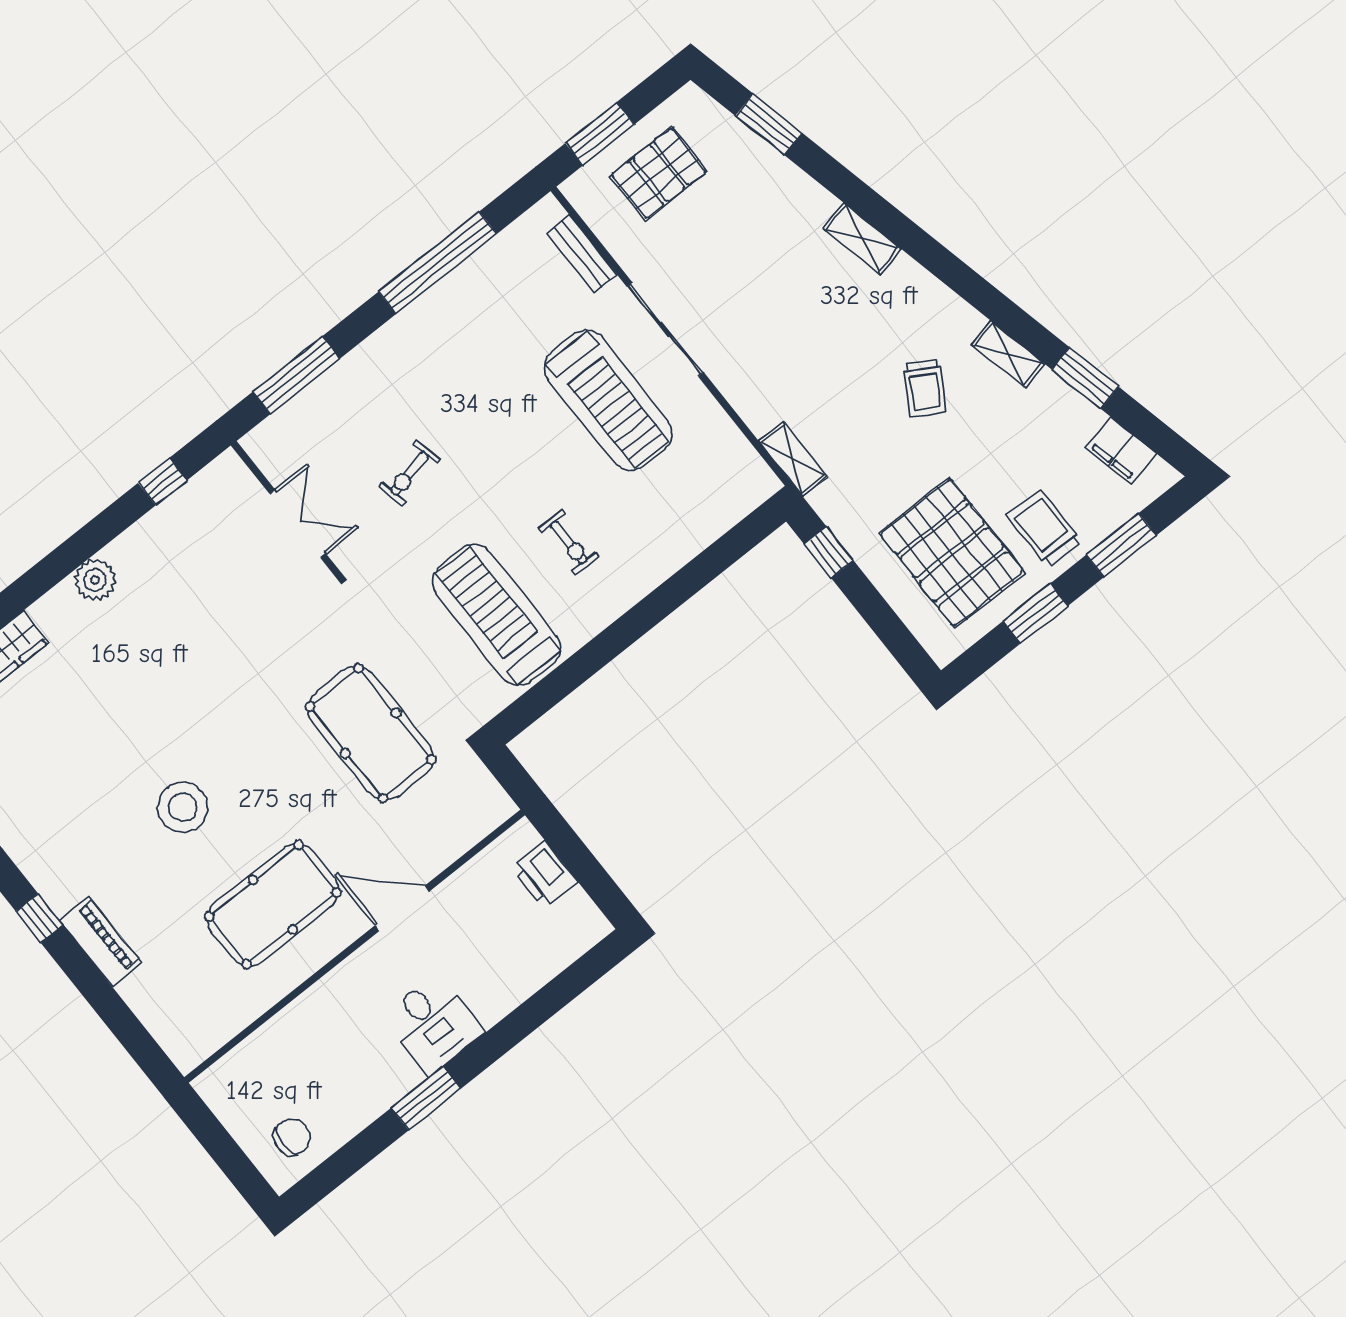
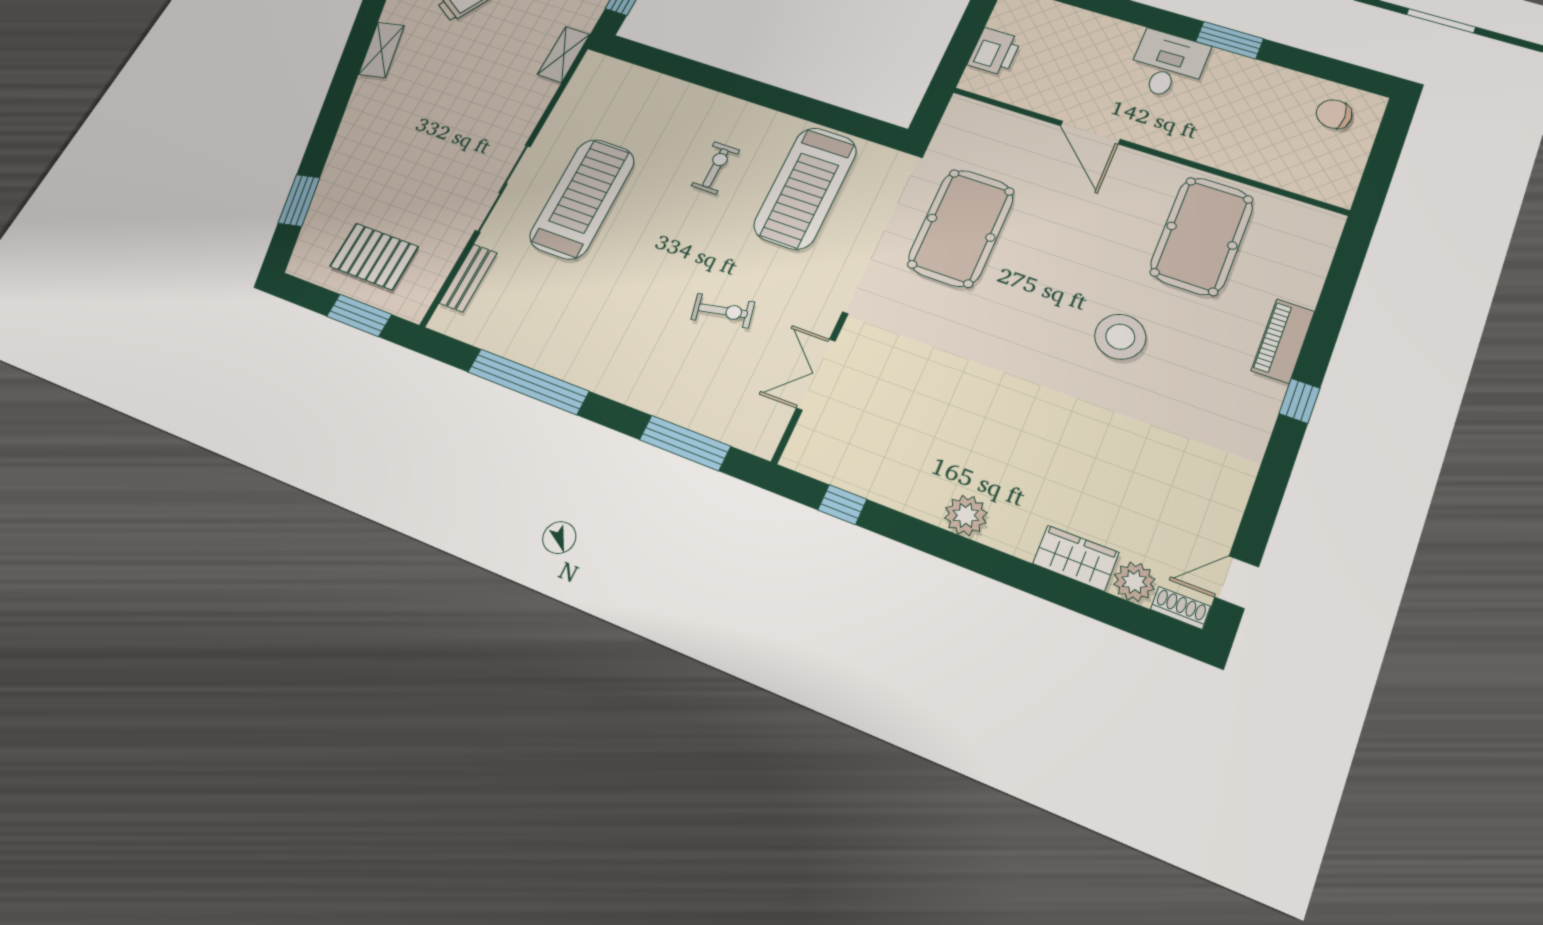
shelving: (862, 239) -> (382, 50), moved
pool table: (273, 905) -> (1202, 236), moved, turned 90

